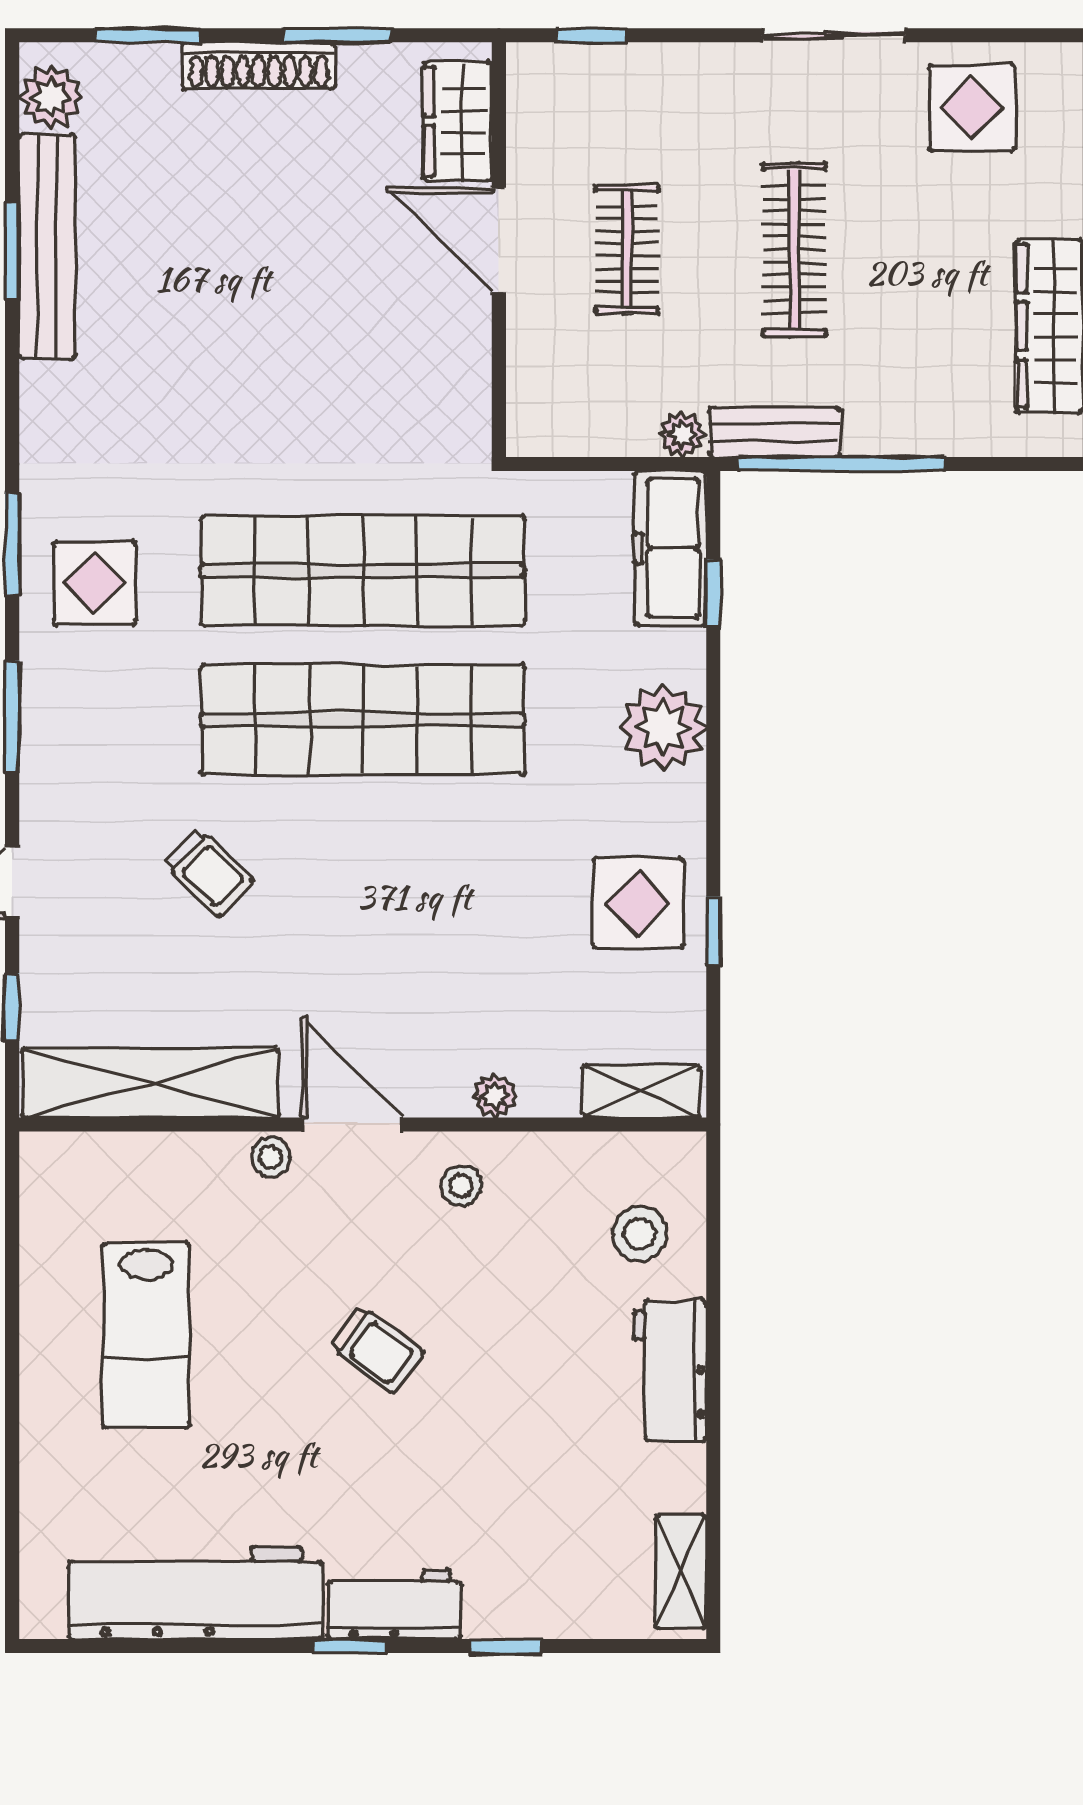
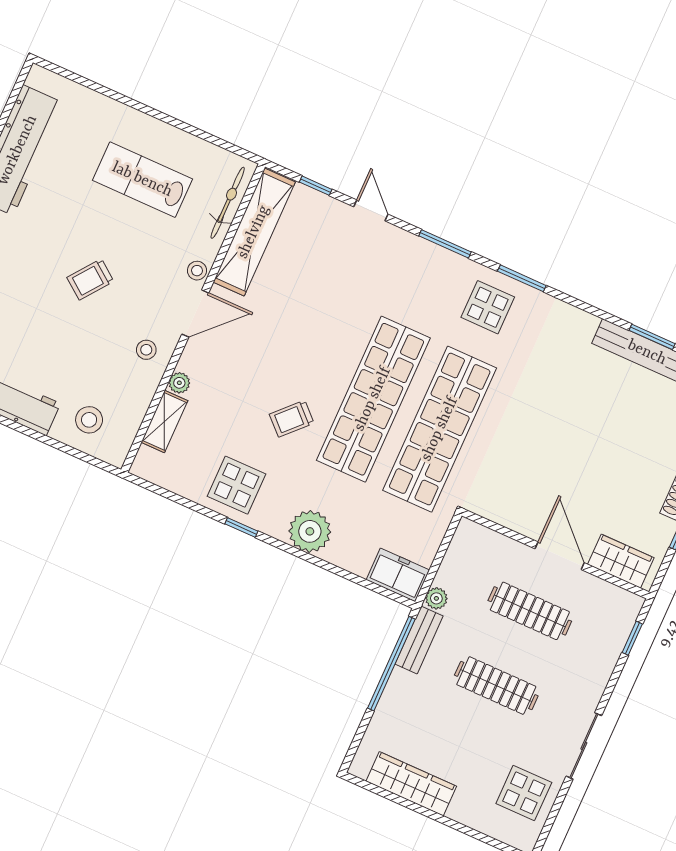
door: (499, 240) -> (560, 556), hinge flipped
clothes rail: (627, 250) -> (530, 611), width x1.36
freezer: (670, 548) -> (398, 575), width x0.71
window: (713, 594) -> (359, 581), removed
trolley: (209, 872) -> (292, 419), moved
window: (713, 930) -> (241, 528), moved
shelving: (641, 1091) -> (164, 421), moved
bicycle: (118, 1157) -> (228, 203), added

